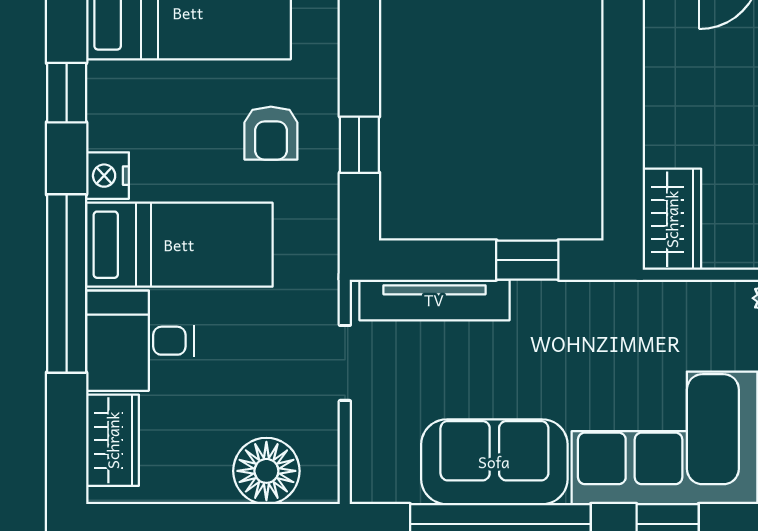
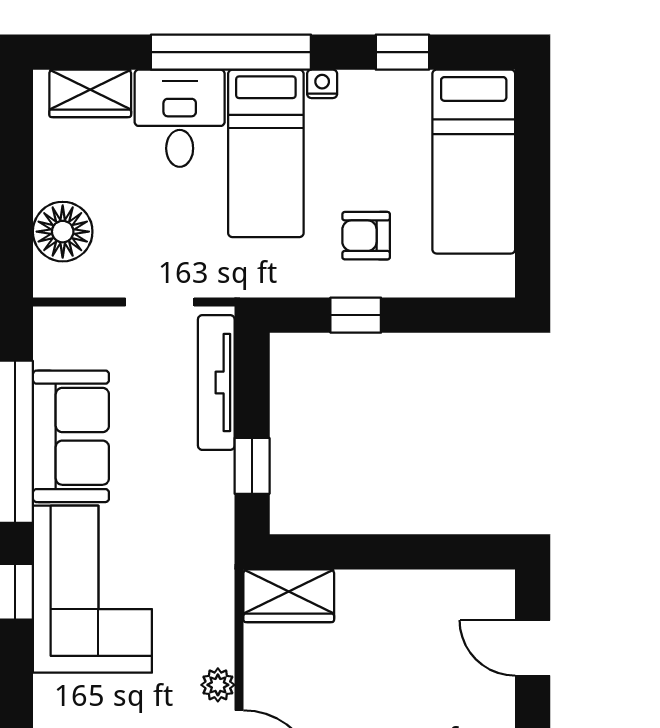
nightstand: (108, 176) -> (322, 84), width x0.72, depth x0.74

